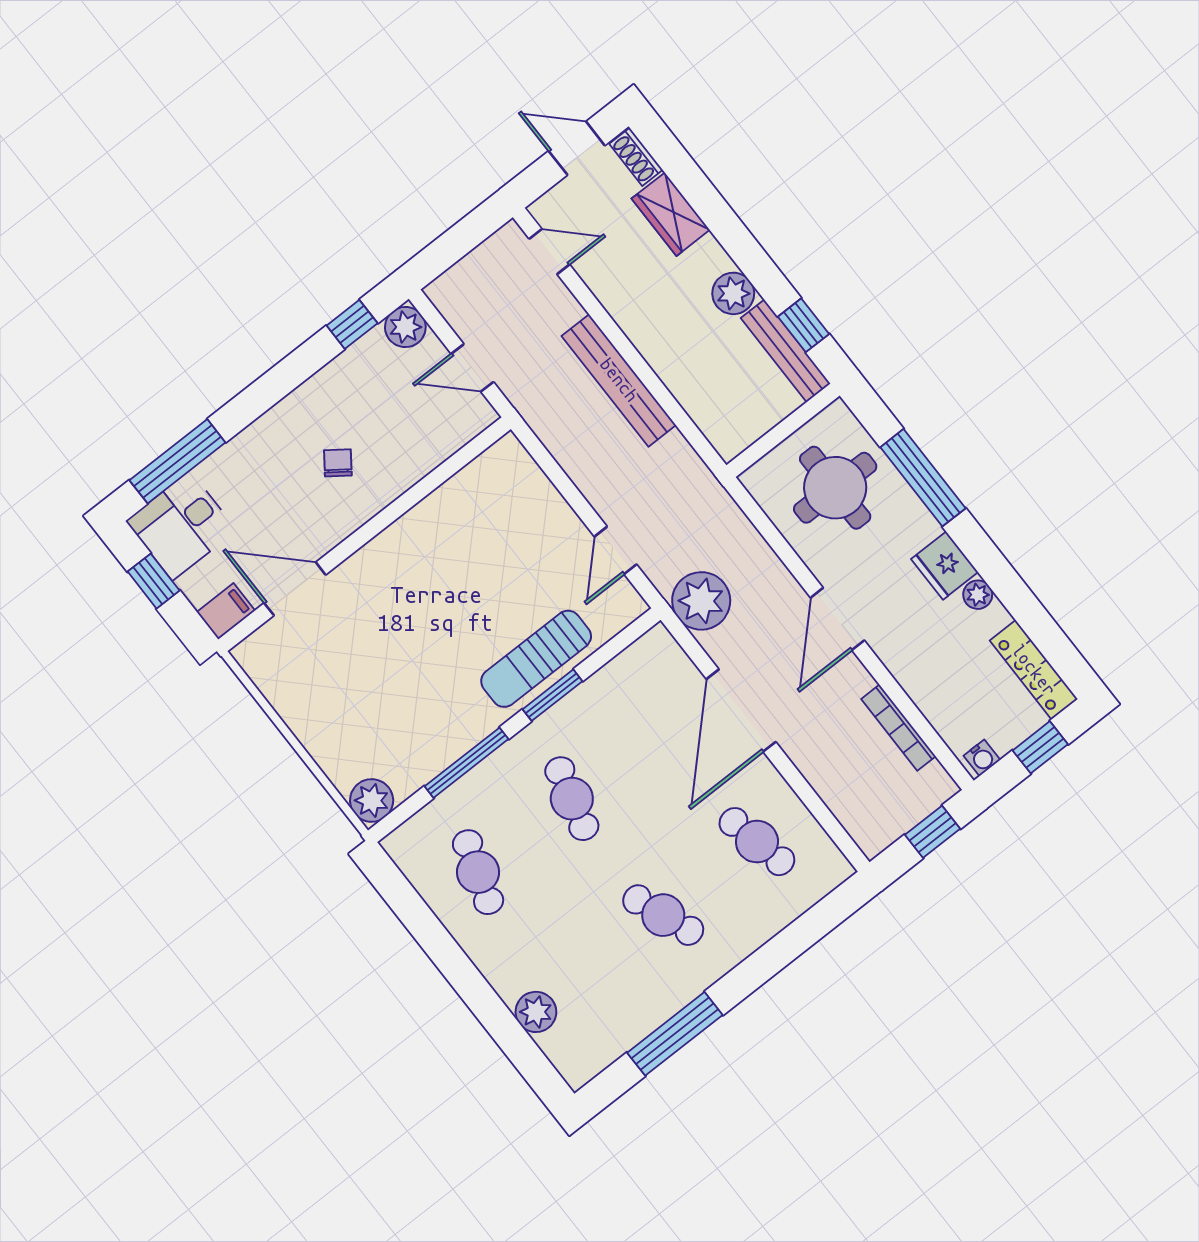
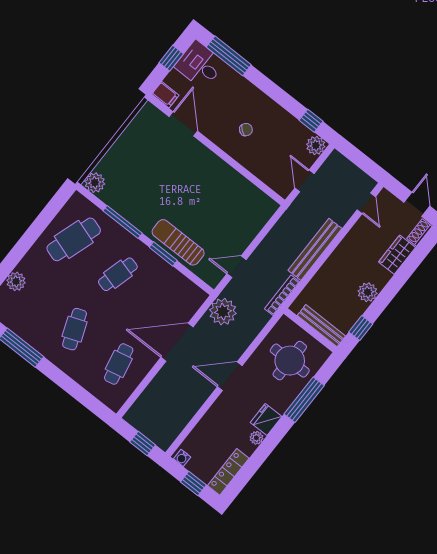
bench: (786, 351) -> (321, 326), moved, turned 90
bookcase: (898, 728) -> (282, 295), moved
cafe table: (478, 872) -> (74, 239), width x1.37, depth x1.35

